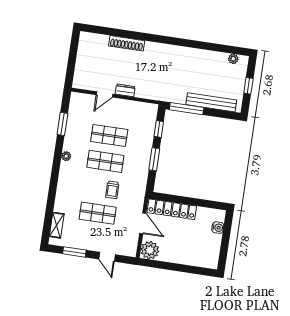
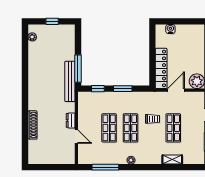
bench: (211, 102) -> (70, 81), moved
window: (62, 124) -> (105, 167), width x1.44
shelving: (57, 225) -> (172, 159), moved

